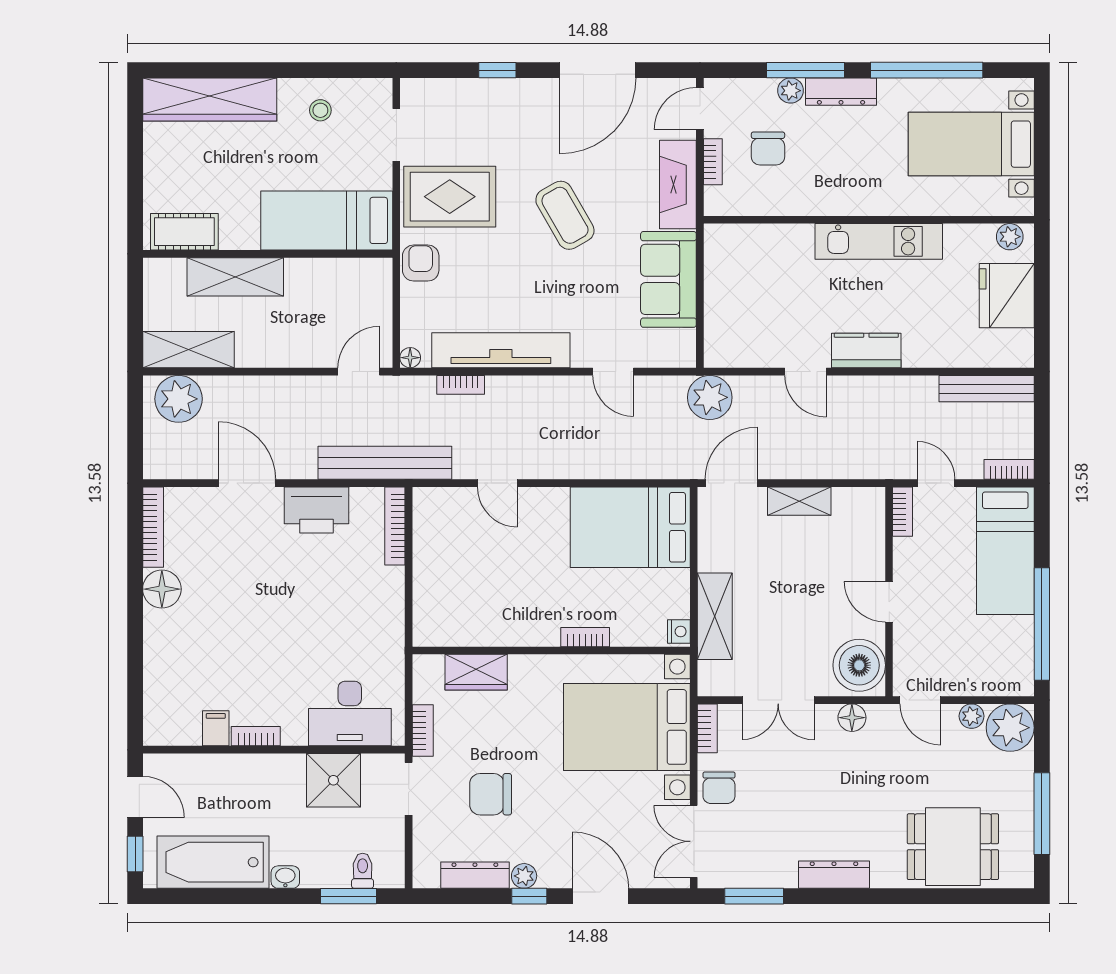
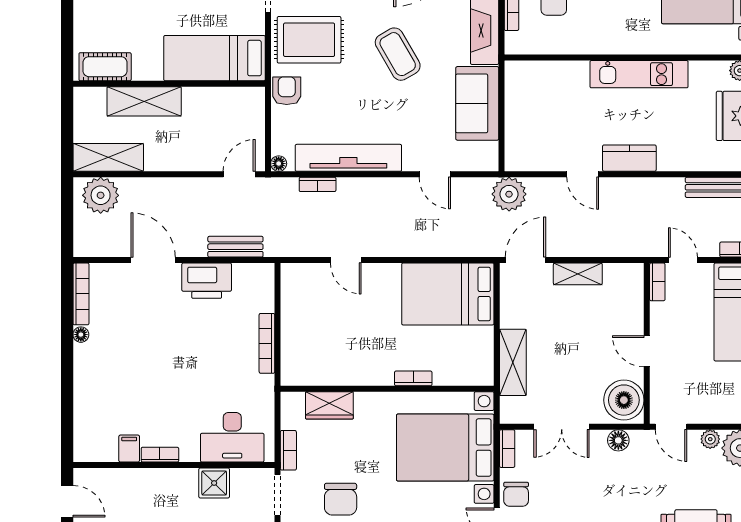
bench: (385, 463) -> (235, 247), width x0.54, depth x0.82
bookcase: (395, 526) -> (267, 343), moved
floor lamp: (162, 589) -> (81, 335), width x0.53, depth x0.53
nightstand: (679, 632) -> (485, 374), removed
shower: (333, 780) -> (214, 483), width x0.73, depth x0.73
chair: (491, 794) -> (341, 499), turned -90

